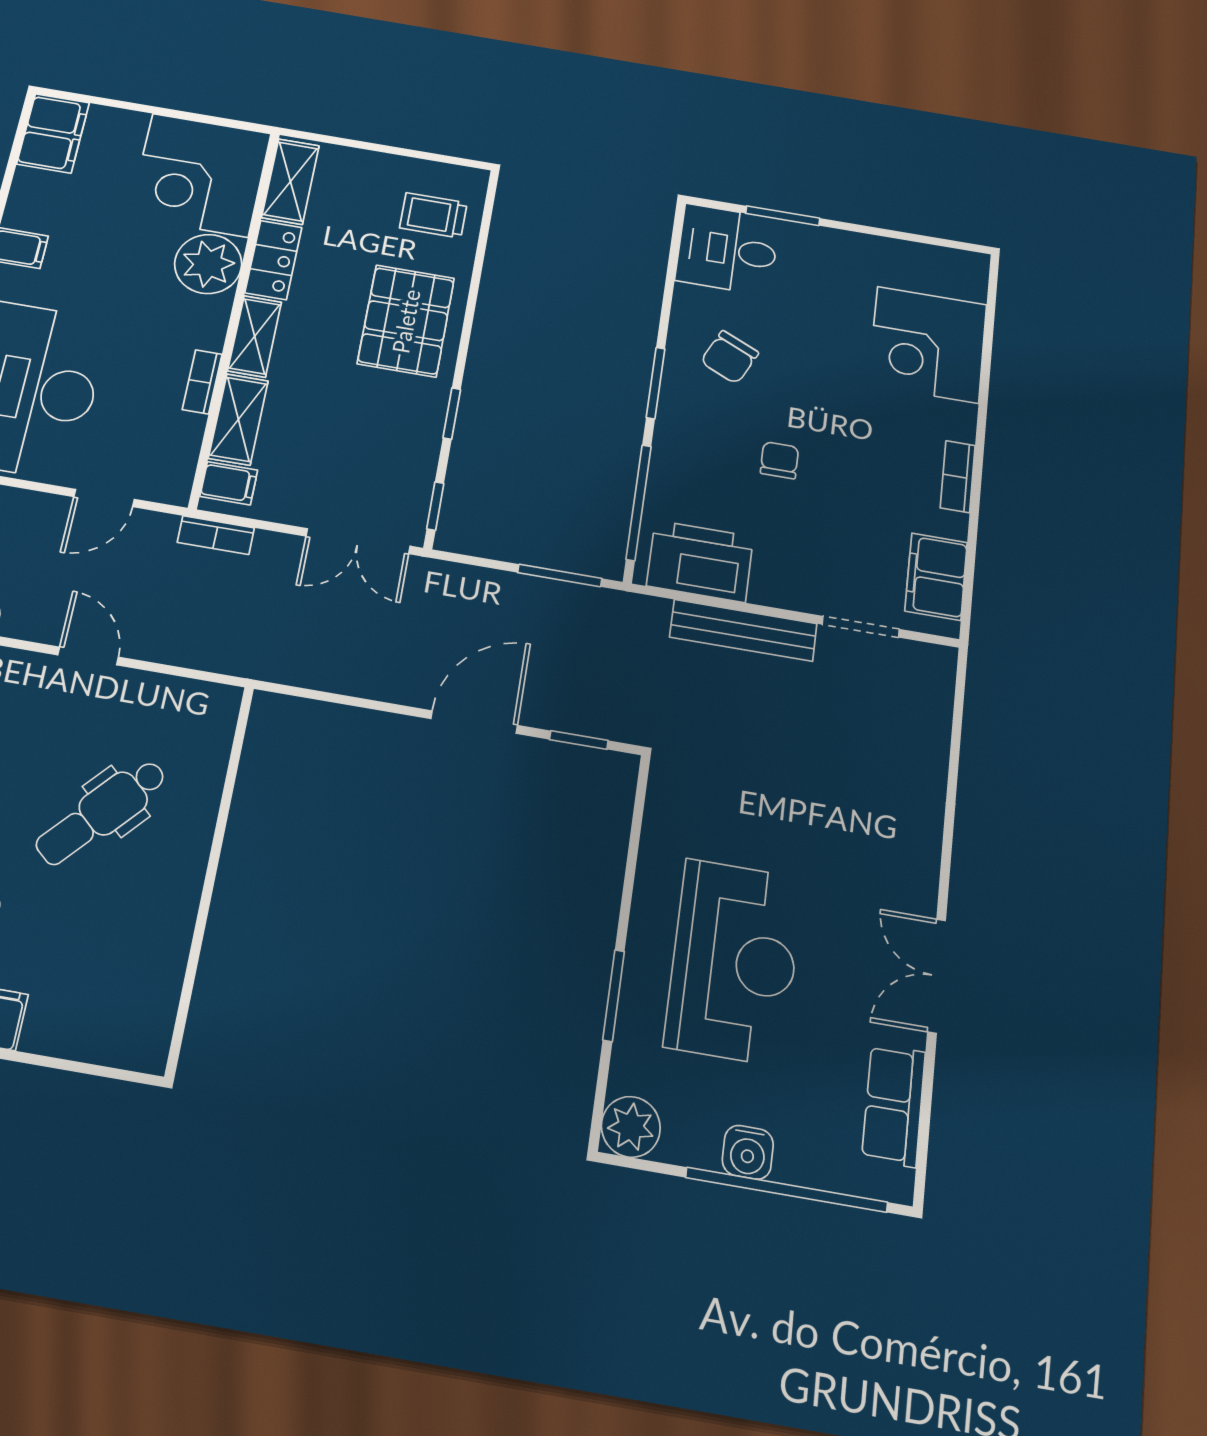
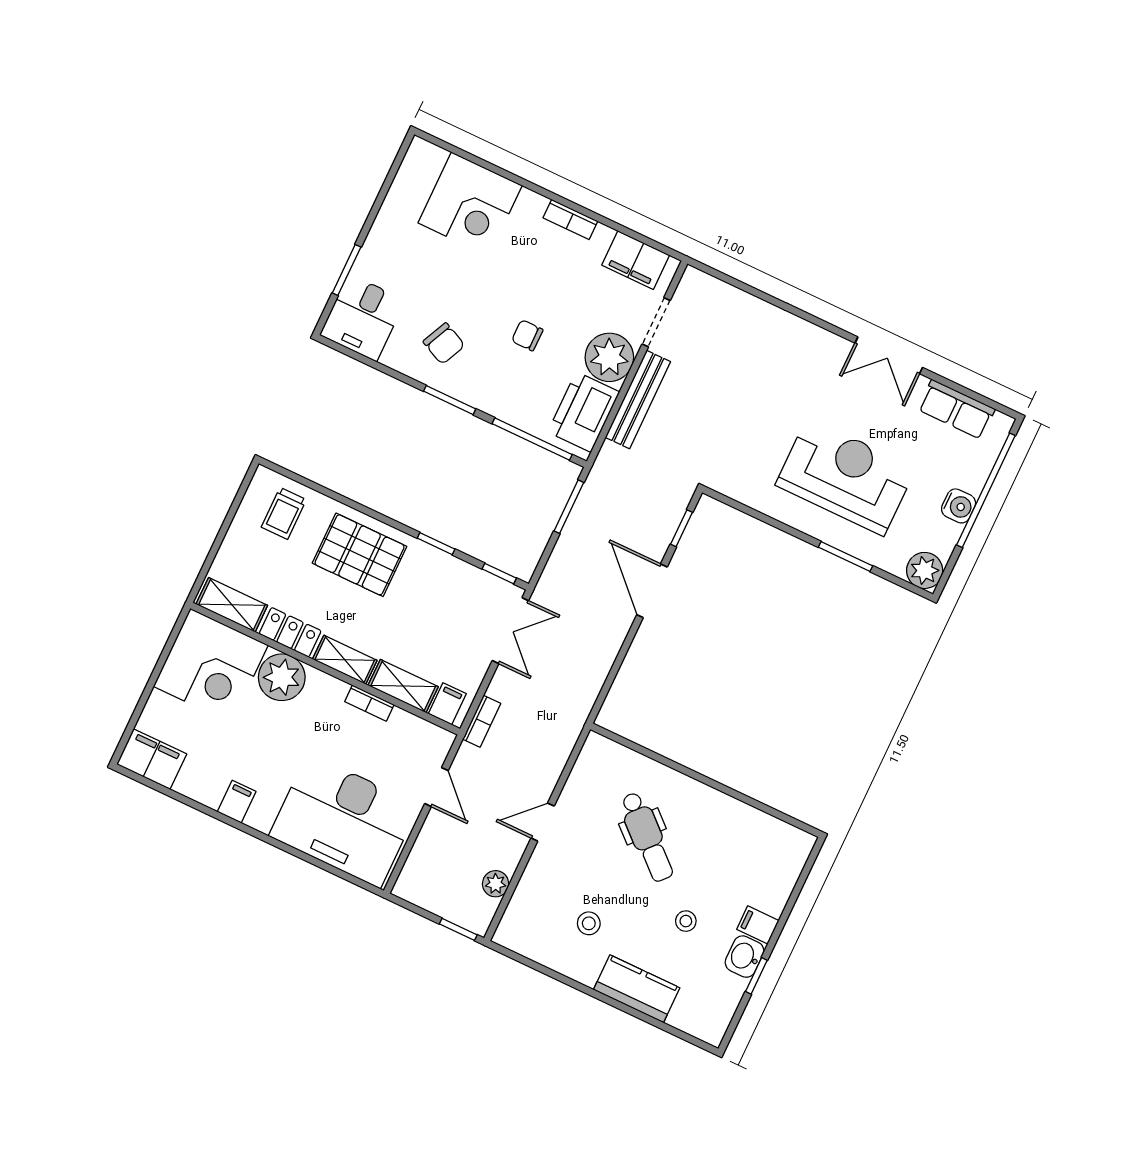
plant: (789, 576) -> (609, 357), added

